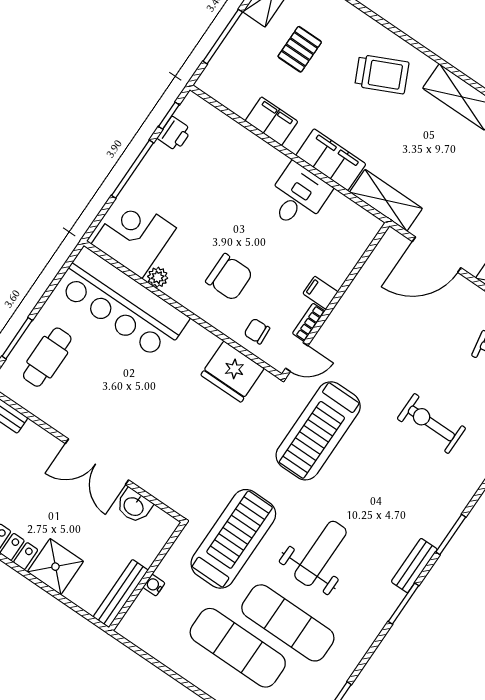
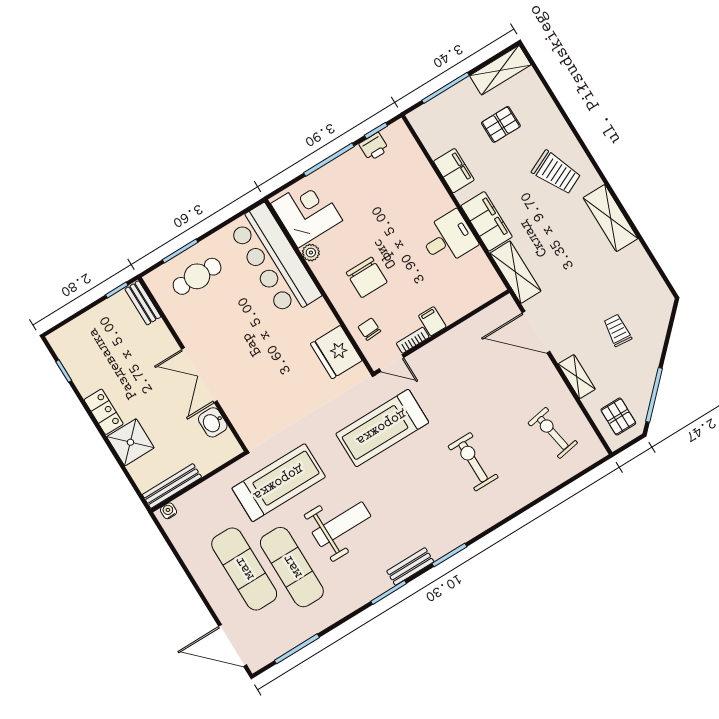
water cooler: (154, 585) -> (168, 511), moved

